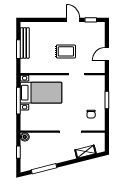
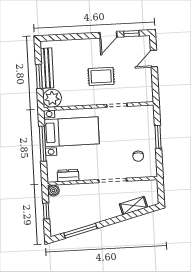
door: (73, 20) -> (108, 35), swing flipped
door: (107, 54) -> (154, 59), moved
plant: (28, 66) -> (52, 98), added
dresser: (37, 126) -> (68, 176), added

